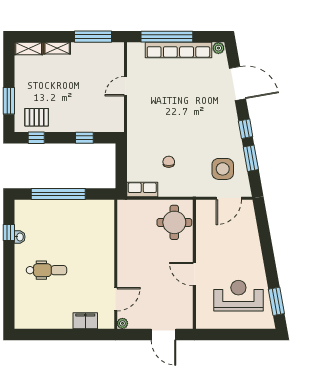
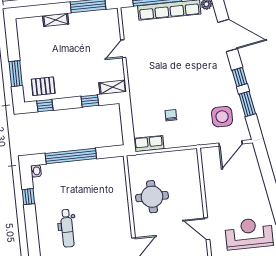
shelving: (29, 49) -> (113, 87), moved
round table: (174, 222) -> (152, 197), moved
washbasin: (20, 237) -> (36, 171), moved
dental chair: (46, 270) -> (67, 228), turned 90
door: (194, 274) -> (207, 229), moved

